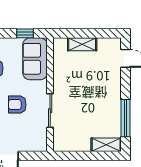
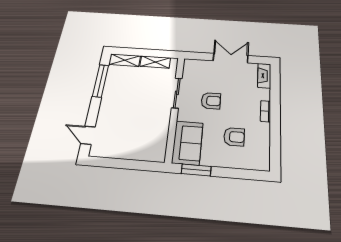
window: (25, 33) -> (196, 170), width x1.50
shelving: (82, 44) -> (155, 62), moved

